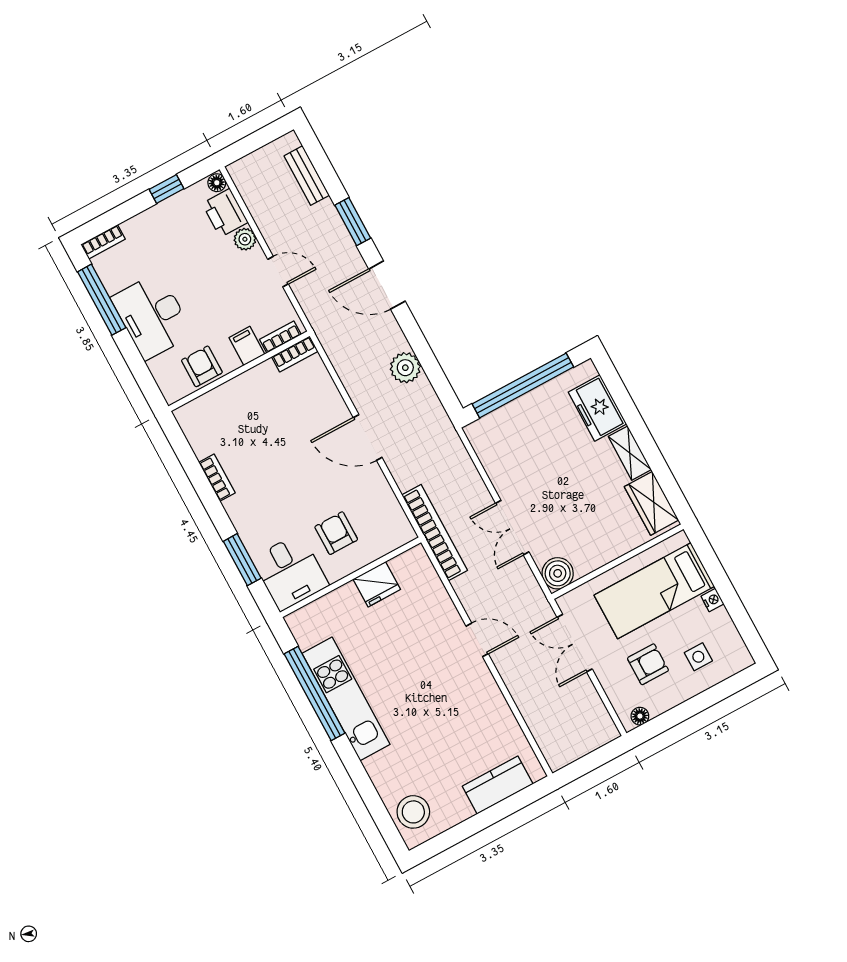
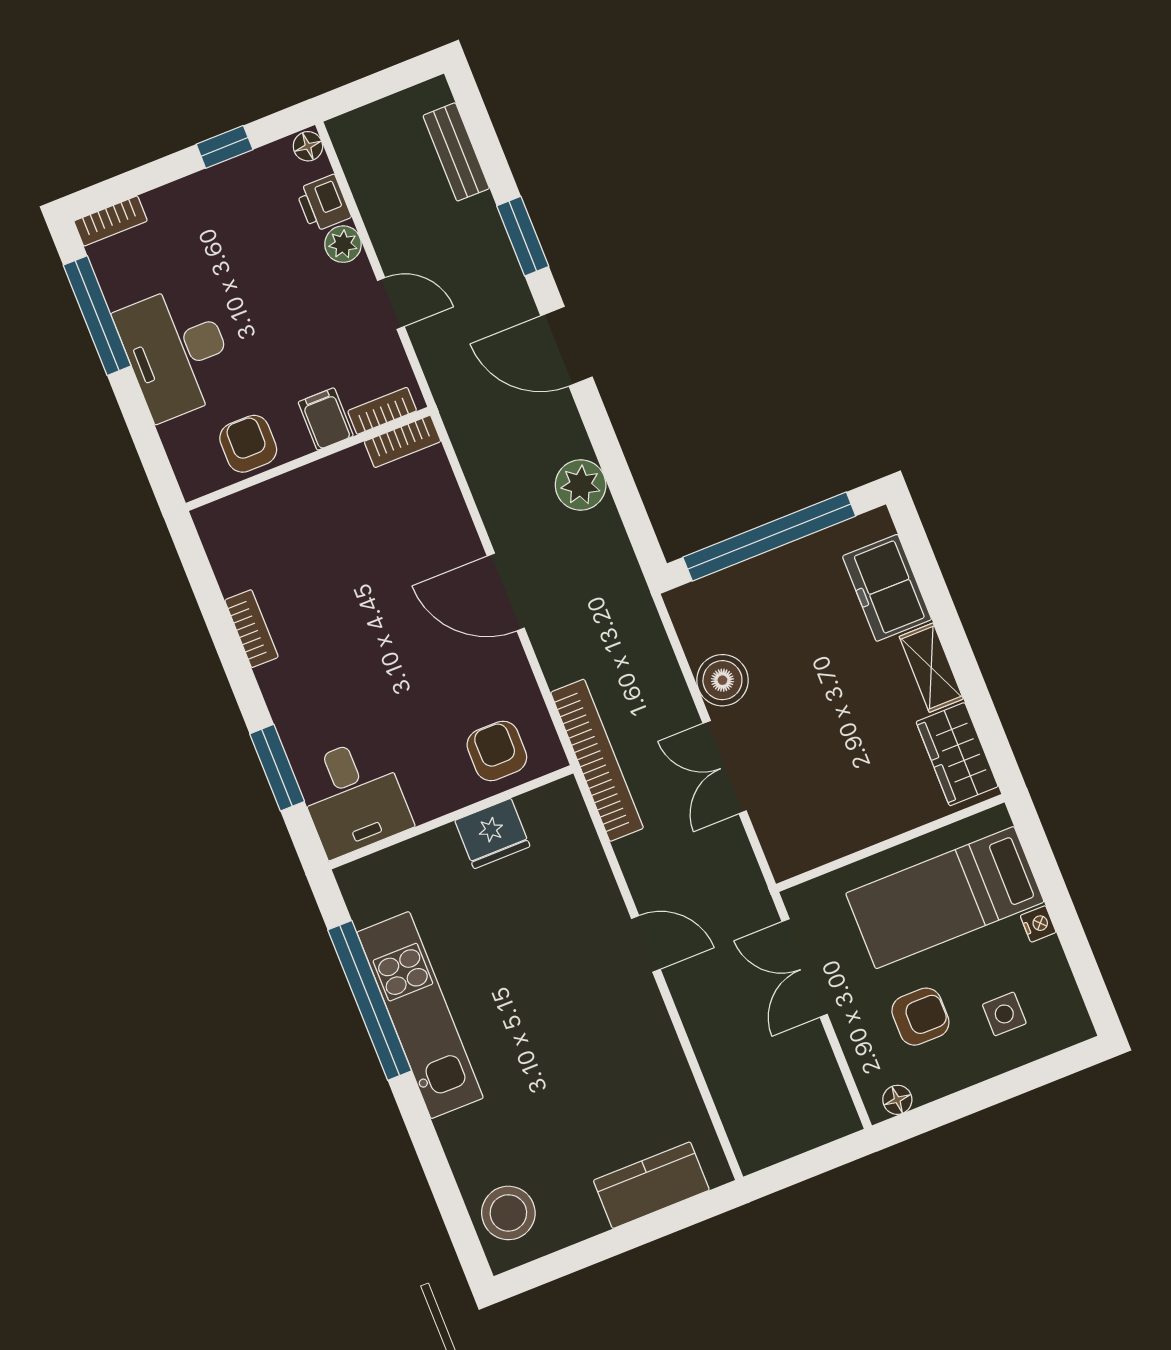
printer: (225, 213) -> (323, 203), width x0.73, depth x0.81
armchair: (336, 533) -> (497, 751), moved
boiler: (558, 573) -> (722, 680), moved

